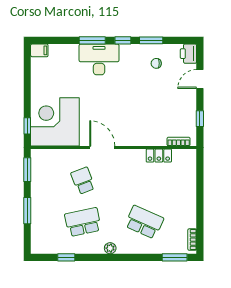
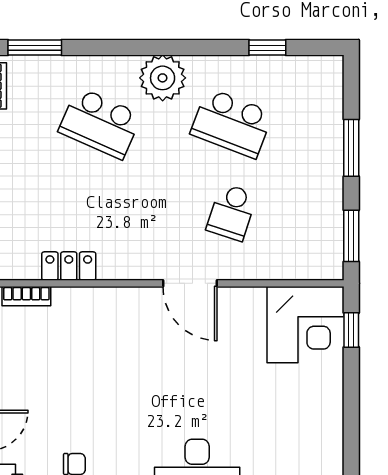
corner desk: (55, 122) -> (306, 325), width x0.74, depth x0.74
school desk: (83, 181) -> (232, 212), turned 39
school desk: (83, 222) -> (232, 123), turned 33
plant: (110, 248) -> (163, 78), width x1.87, depth x1.87

